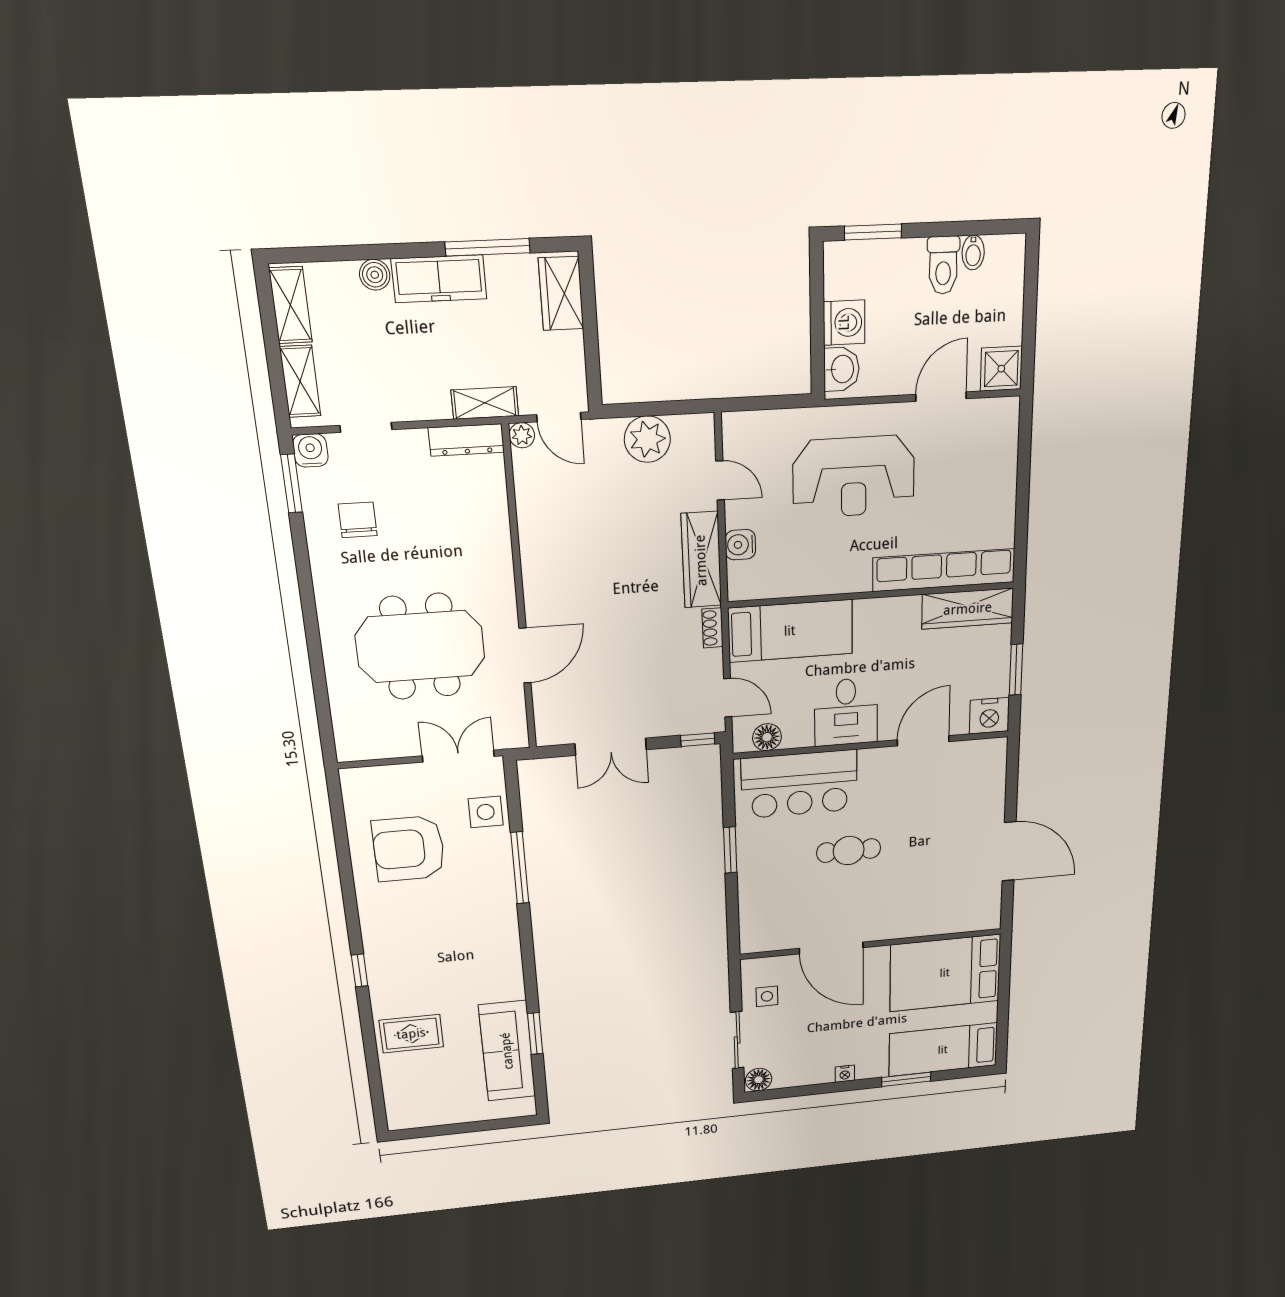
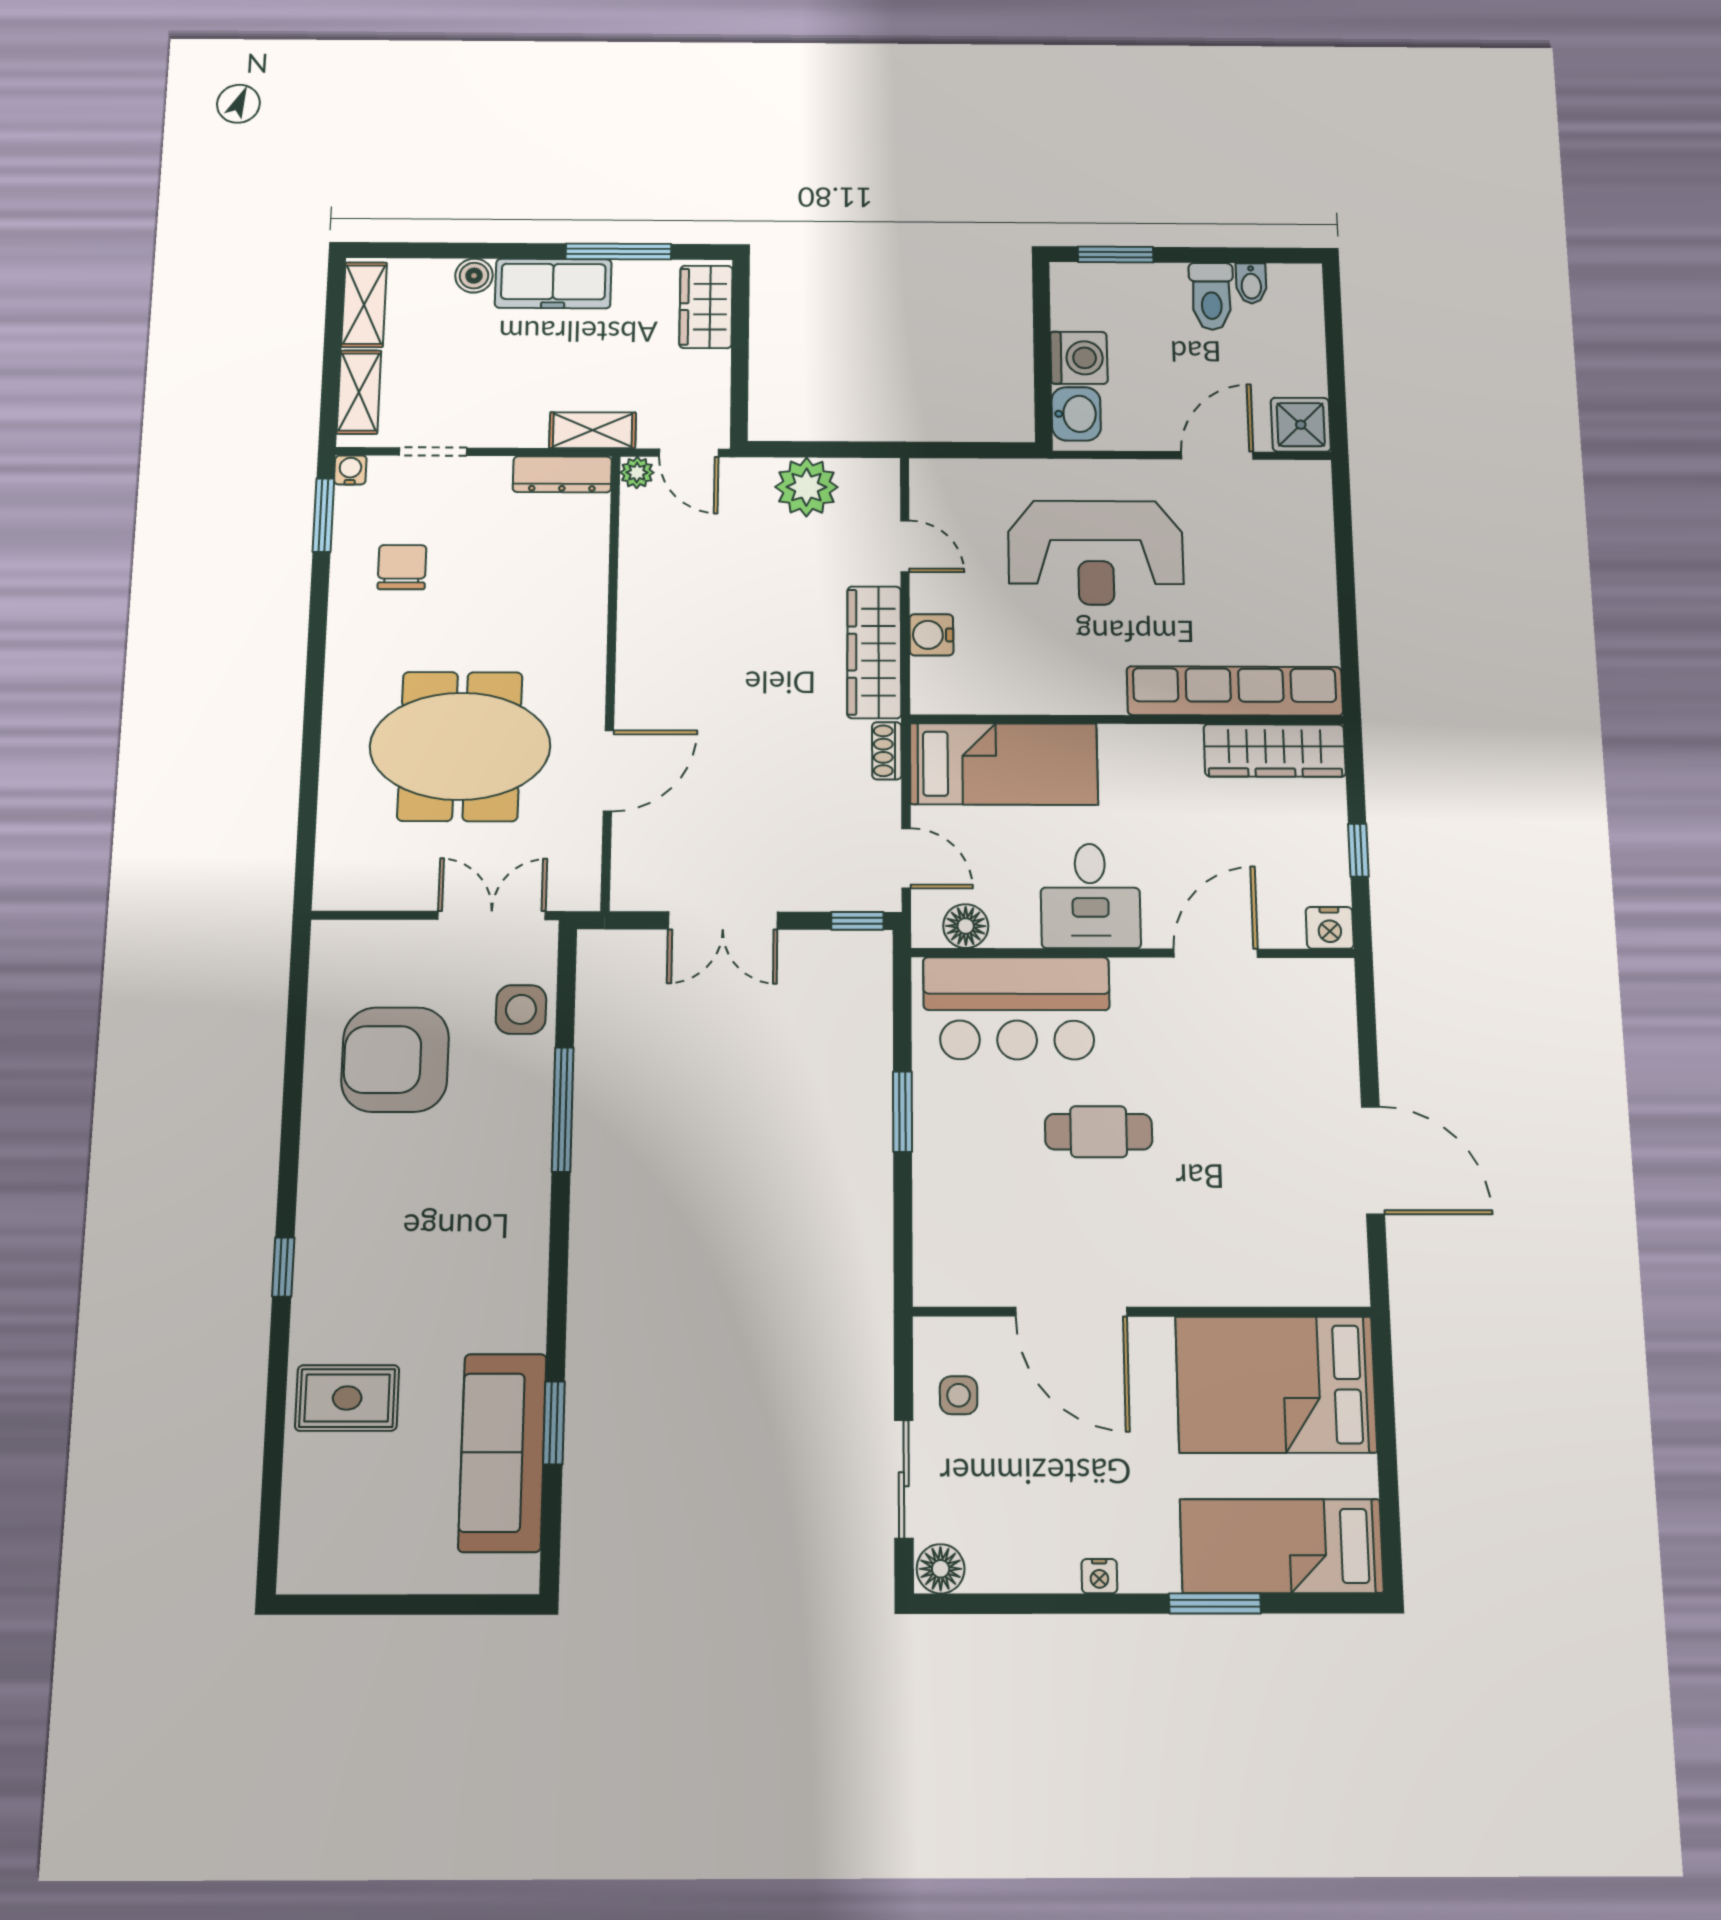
water cooler: (310, 450) -> (350, 470), width x0.72, depth x0.72
window: (1016, 670) -> (1358, 850), width x0.67
nightstand: (989, 716) -> (1330, 928), width x0.74, depth x0.75

